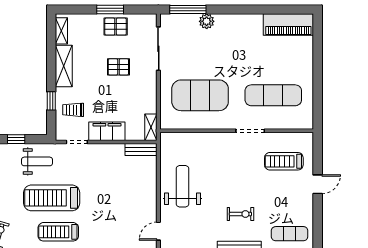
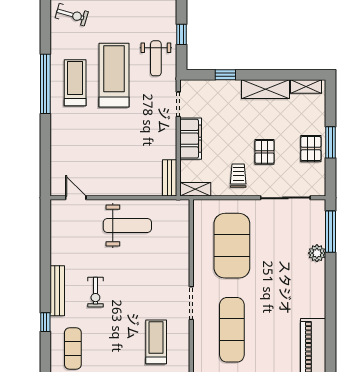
trolley: (73, 110) -> (238, 176), moved

